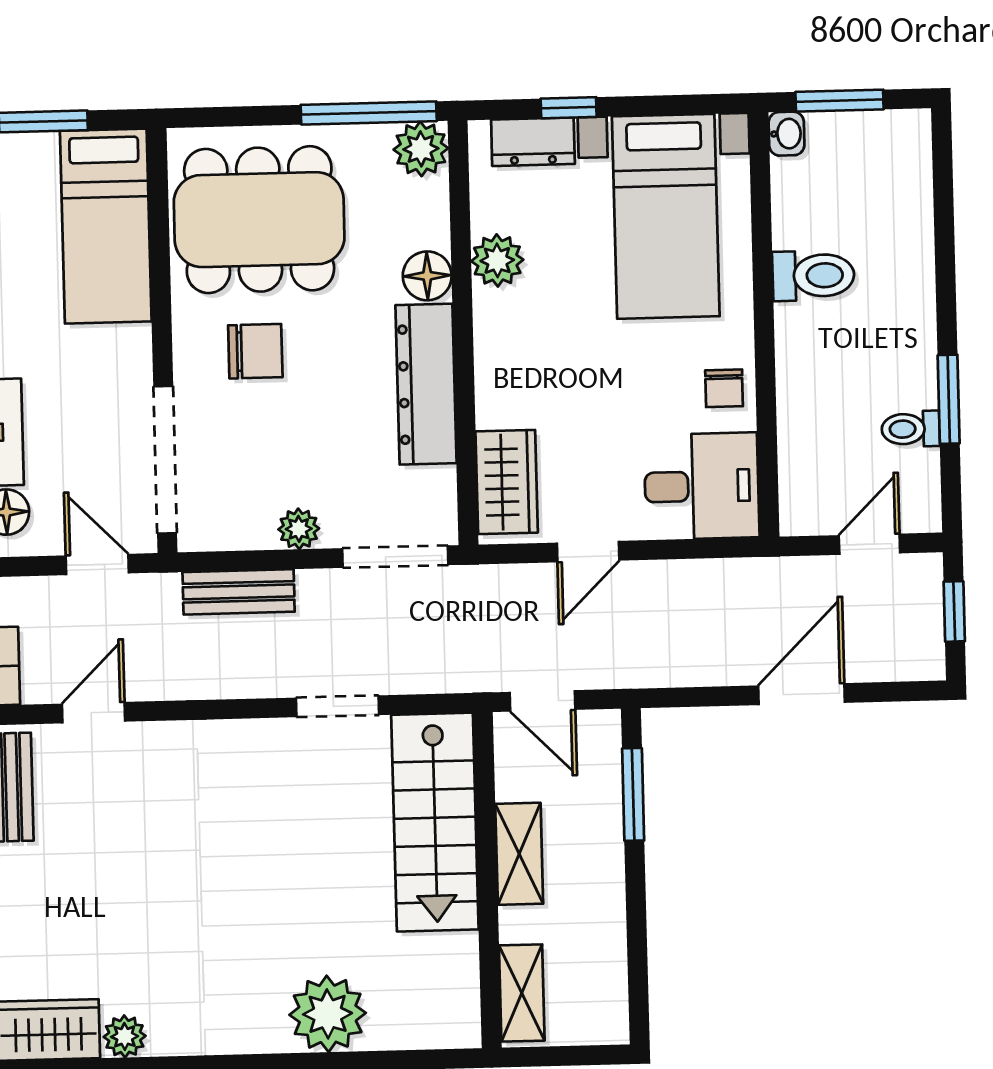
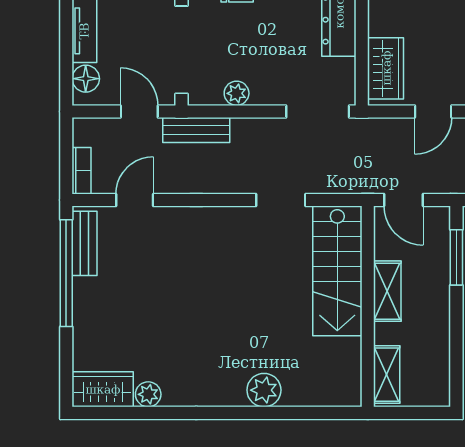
plant: (299, 529) -> (237, 93), moved
bench: (239, 592) -> (196, 130), moved
plant: (328, 1014) -> (264, 390), width x0.73, depth x0.73

